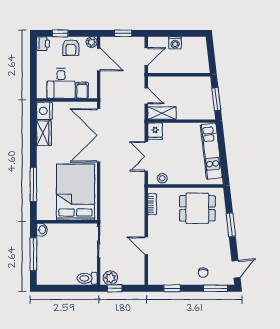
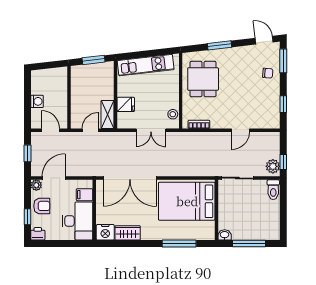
desk: (61, 83) -> (78, 221), width x1.37
fridge: (155, 131) -> (126, 104), moved

